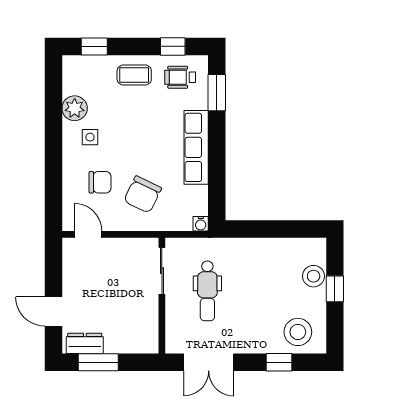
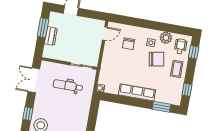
wheelchair: (180, 77) -> (181, 46), moved
chair: (143, 194) -> (156, 59), moved, turned 144
dresser: (85, 343) -> (51, 36), moved

